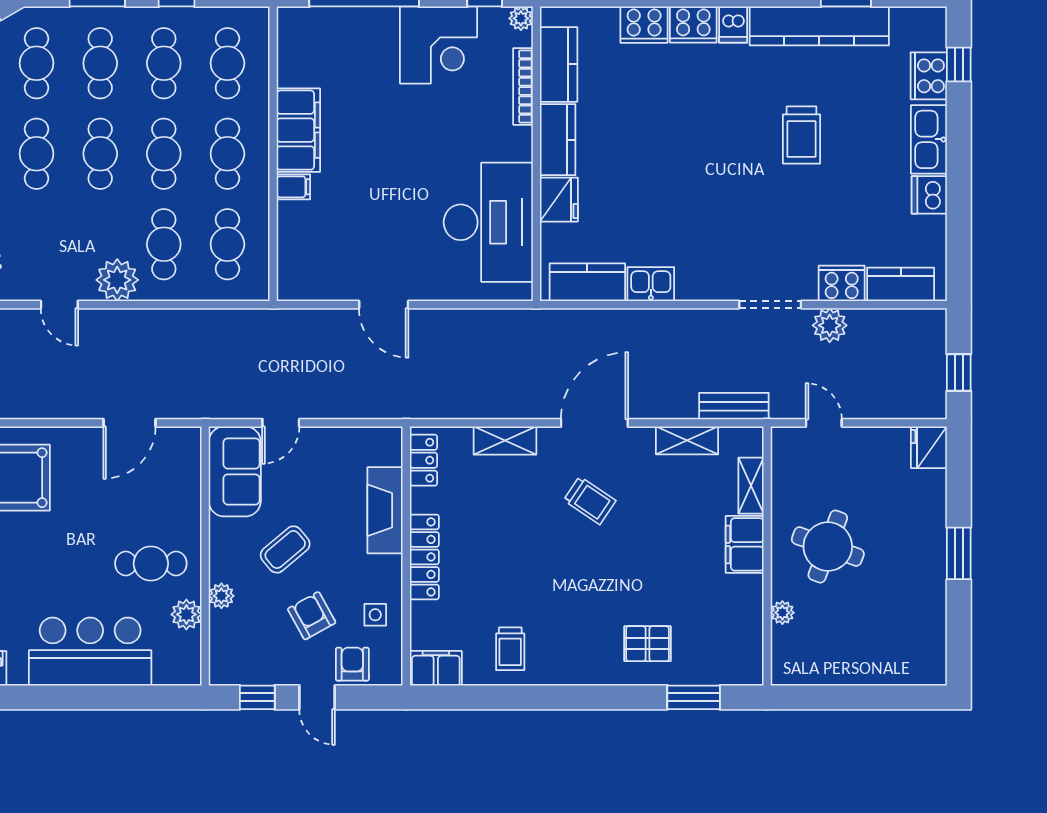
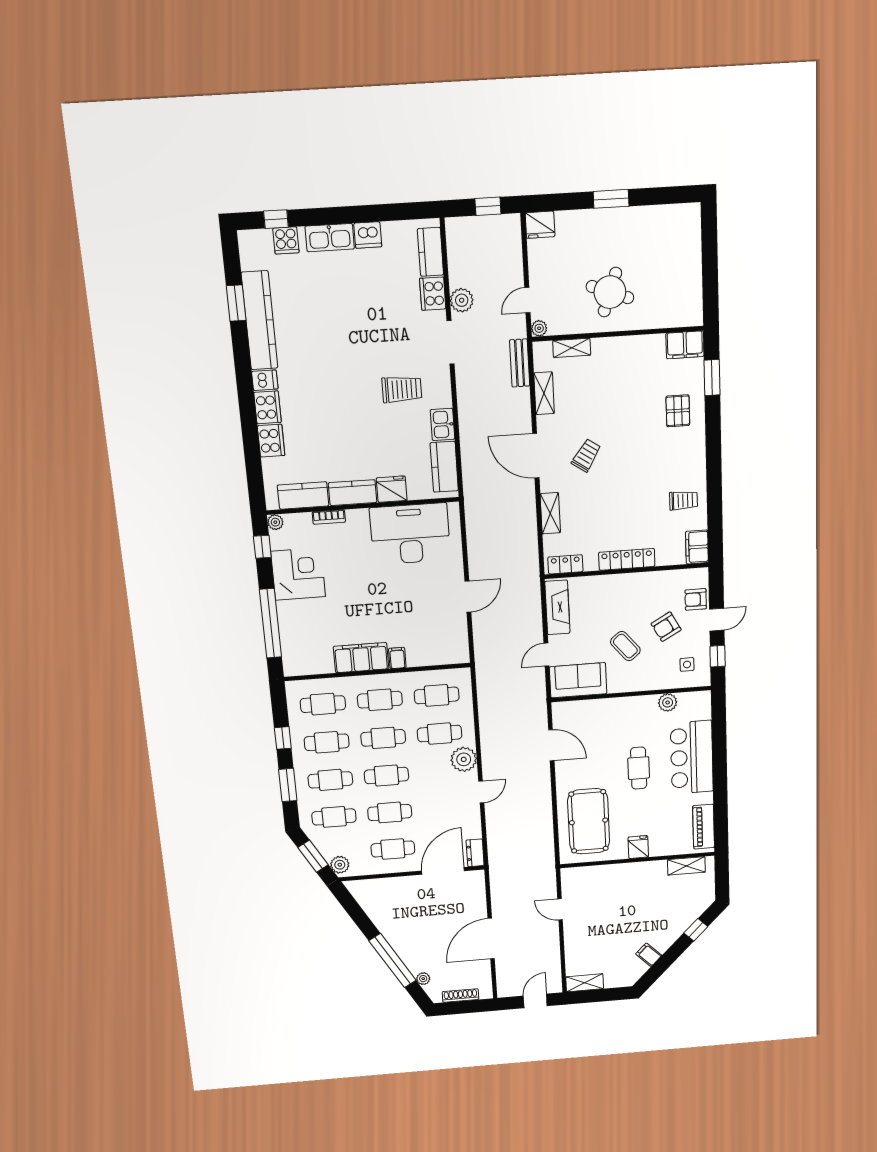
cooker: (929, 76) -> (286, 240), width x0.73
bookcase: (523, 86) -> (329, 517), width x0.64
trolley: (801, 135) -> (402, 389), moved
door: (281, 423) -> (546, 655), swing flipped
fireplace: (385, 510) -> (557, 607), moved, turned -90
filing cabinet: (745, 544) -> (685, 345), moved
cafe table: (151, 564) -> (639, 768), moved
plant: (221, 596) -> (655, 682), removed
plant: (782, 613) -> (539, 328), moved
side table: (375, 615) -> (687, 664), moved

